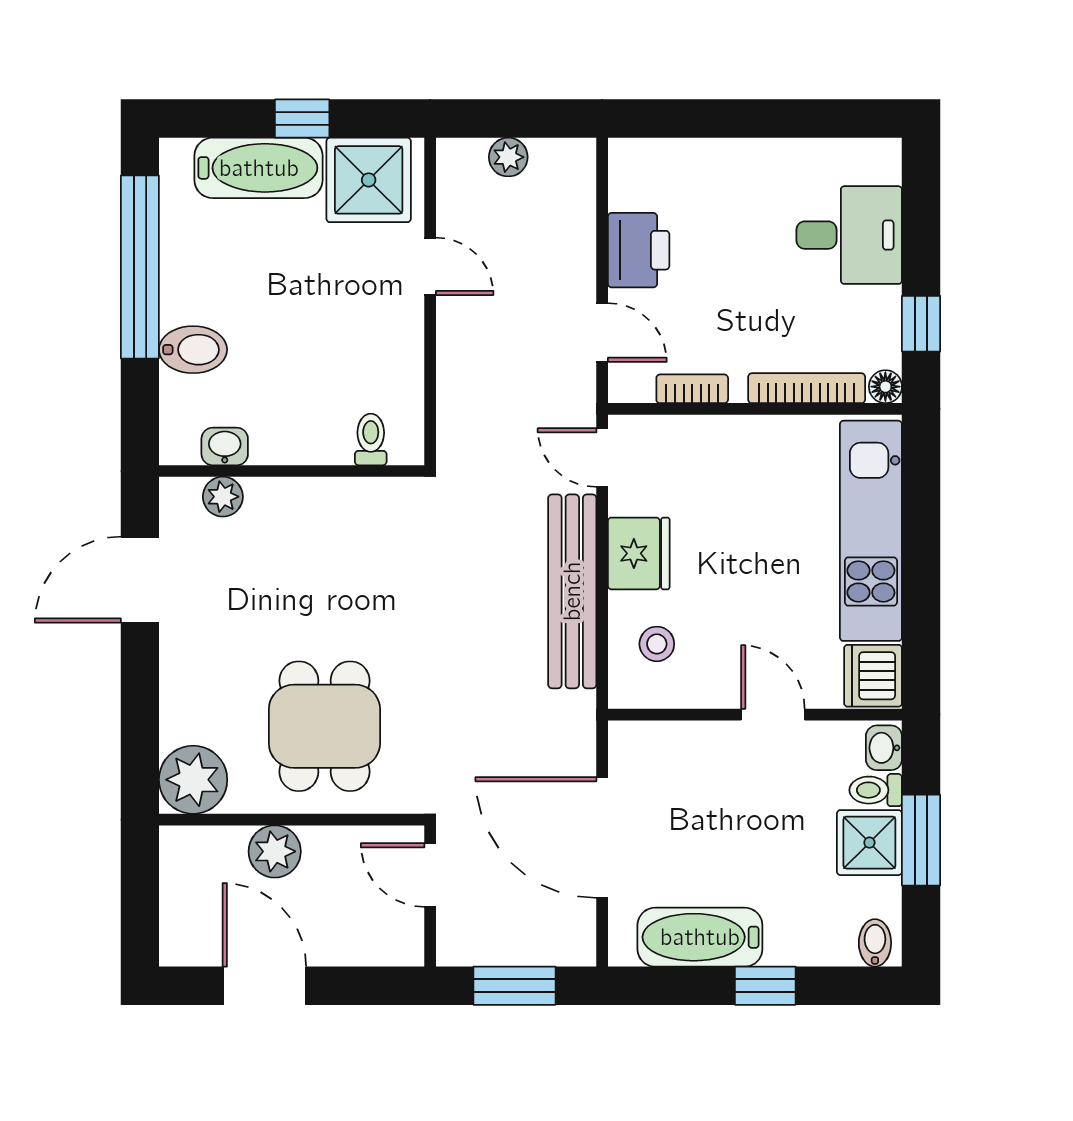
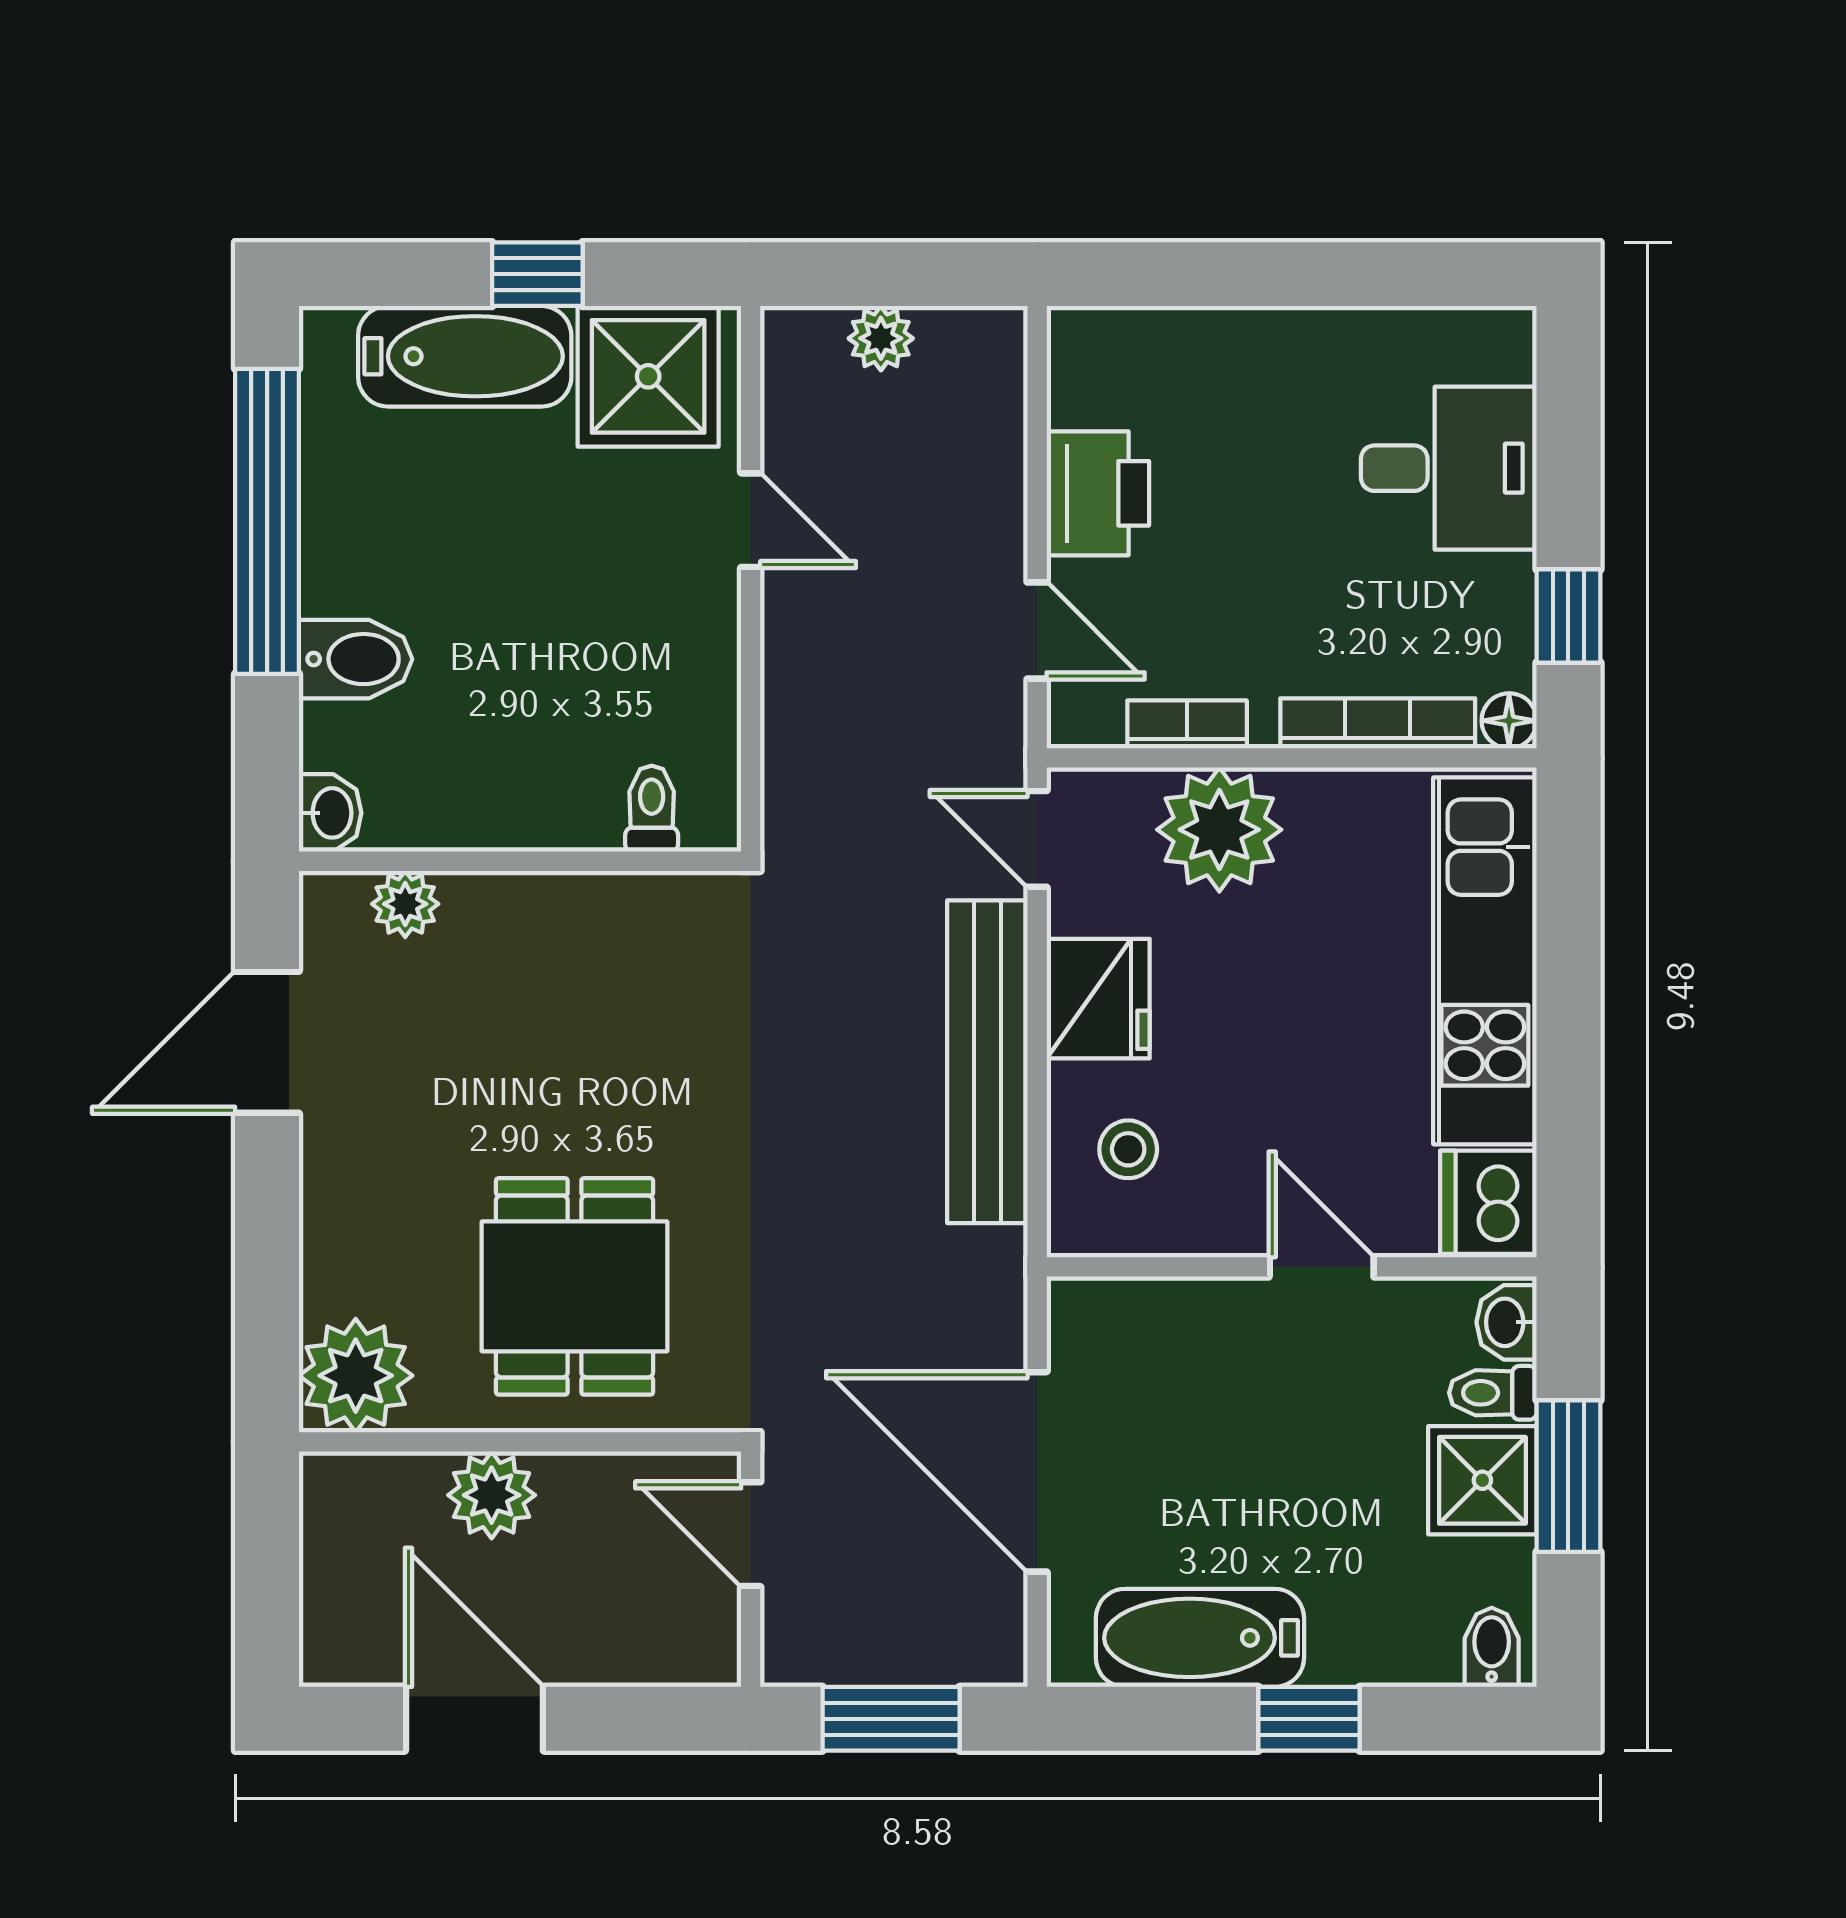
washbasin: (225, 446) -> (330, 813), moved, turned 90
plant: (711, 452) -> (1219, 830), added

